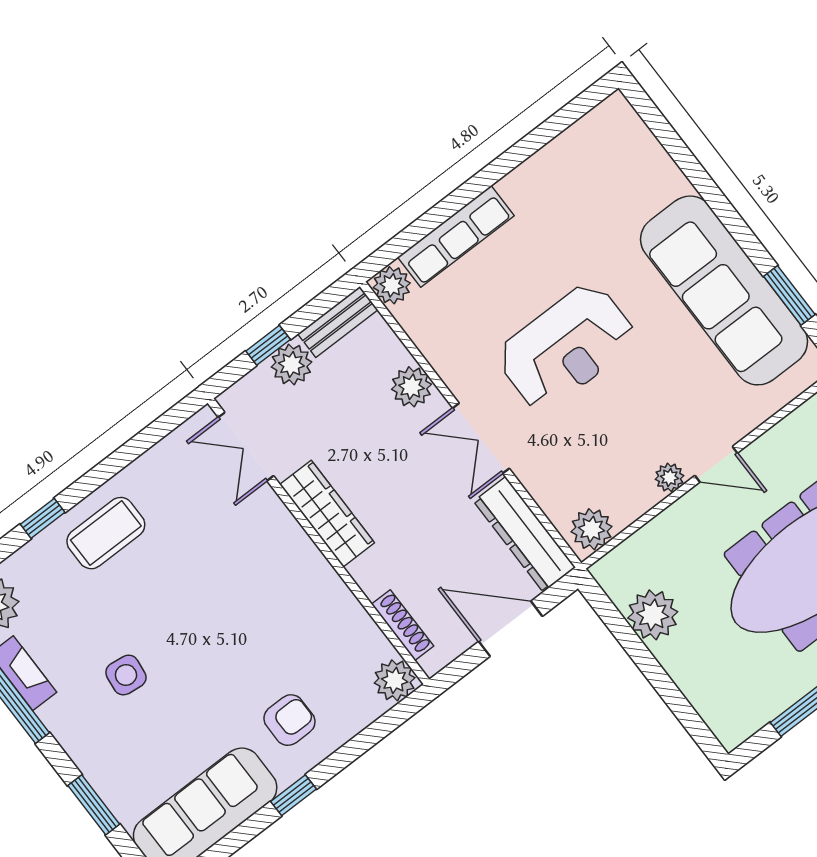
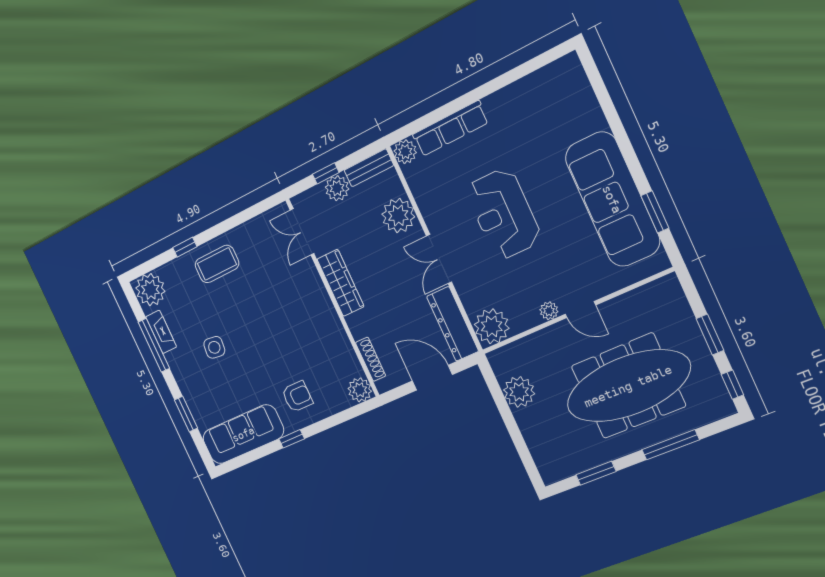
reception desk: (566, 347) -> (503, 214), turned 90
plant: (411, 387) -> (398, 216), width x1.36, depth x1.36
plant: (592, 529) -> (492, 326), width x1.36, depth x1.36

